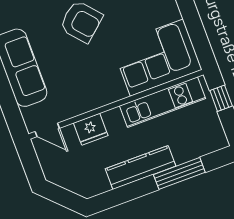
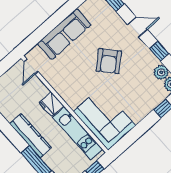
fridge: (91, 129) -> (51, 104), moved

